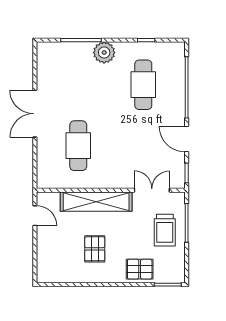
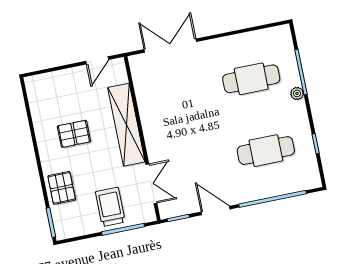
plant: (104, 52) -> (297, 93), width x0.53, depth x0.53
double door: (35, 114) -> (170, 46), moved
door: (187, 139) -> (216, 210), hinge flipped
cafe table: (78, 146) -> (251, 79), moved
trolley: (165, 230) -> (110, 207), turned 90

